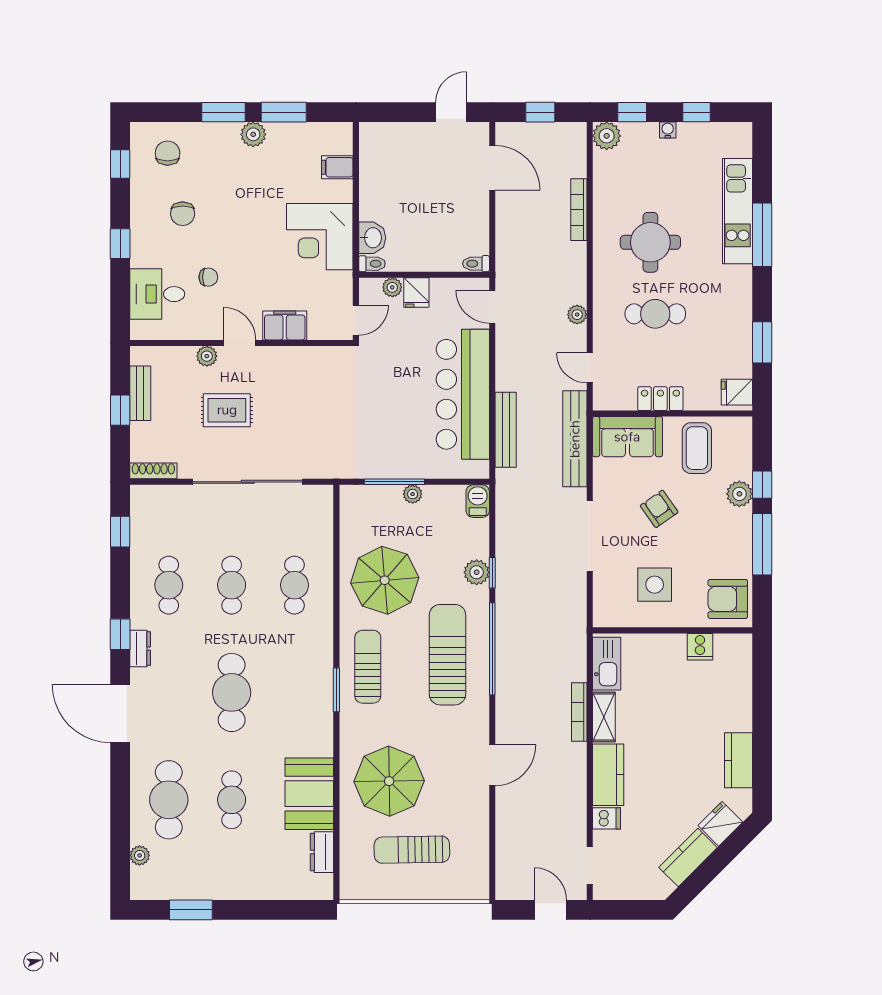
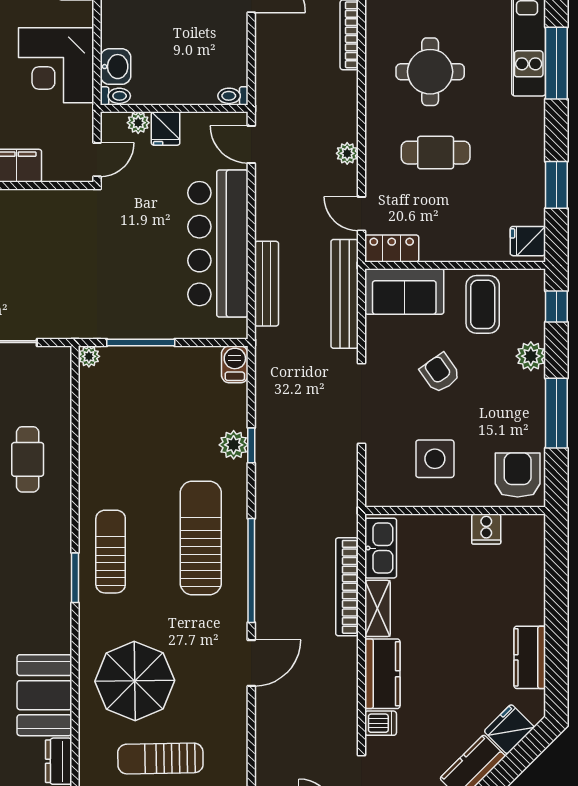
locker: (660, 399) -> (392, 248), moved
window: (762, 485) -> (556, 307), moved
plant: (413, 494) -> (89, 356), moved
parasol: (385, 580) -> (130, 454), removed
armchair: (728, 599) -> (518, 475), turned 90
window: (492, 649) -> (251, 571), moved
bookcase: (579, 712) -> (347, 587), width x1.48, depth x1.31

